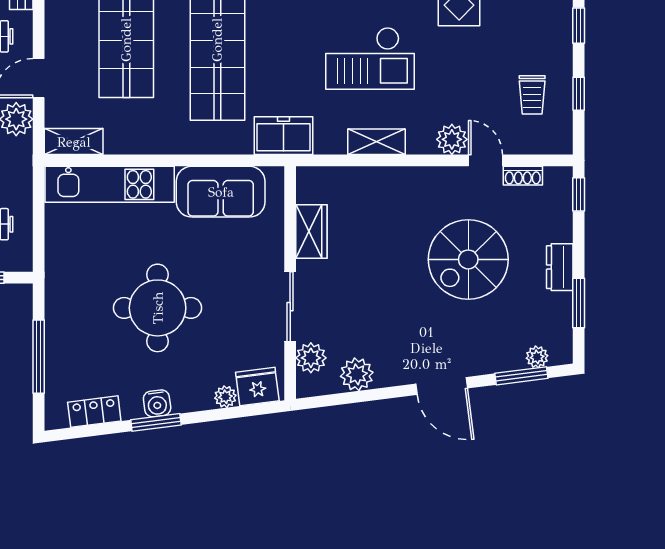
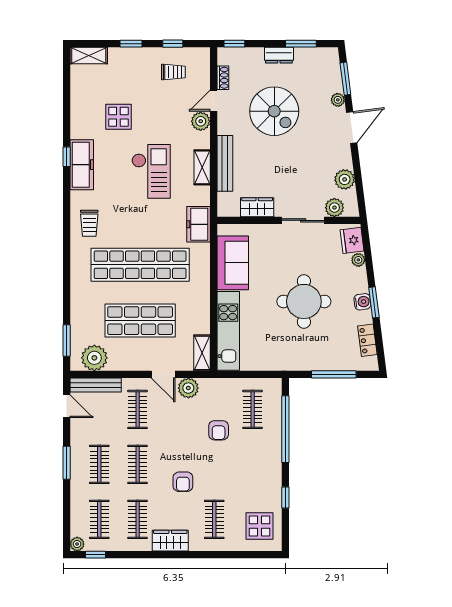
bench: (383, 179) -> (225, 163), added
plant: (537, 357) -> (338, 100), moved

